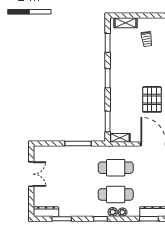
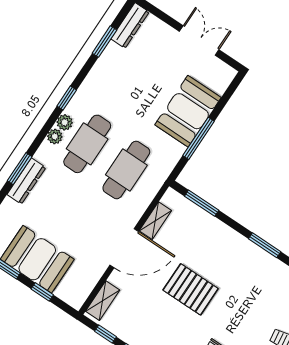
shelving: (120, 138) -> (155, 221), moved
booth: (68, 157) -> (188, 111), added
double door: (31, 174) -> (199, 41), swing flipped

